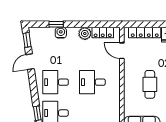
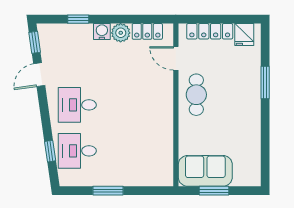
water cooler: (61, 33) -> (102, 32), moved
desk: (92, 82) -> (132, 105), removed
cafe table: (150, 84) -> (196, 95), moved

